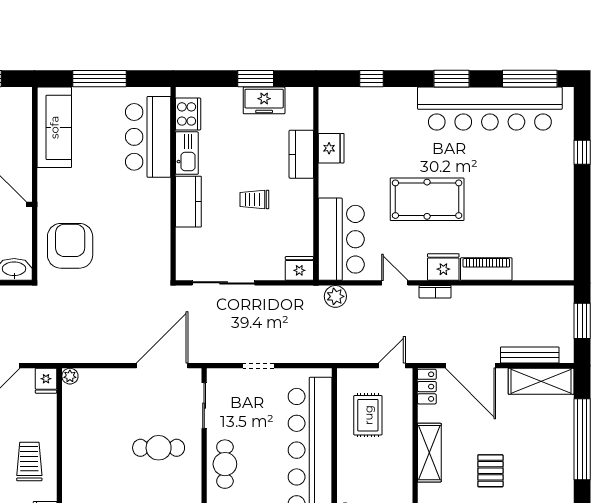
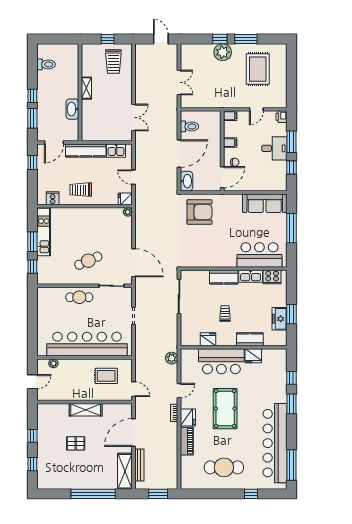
window: (452, 79) -> (291, 404), moved
cafe table: (534, 201) -> (224, 467), added
bar counter: (341, 239) -> (221, 361), moved
fridge: (299, 268) -> (208, 339), moved, turned -90
locker: (427, 387) -> (122, 408), removed
cafe table: (159, 448) -> (88, 261), turned 66
trolley: (29, 462) -> (81, 190), turned 180

